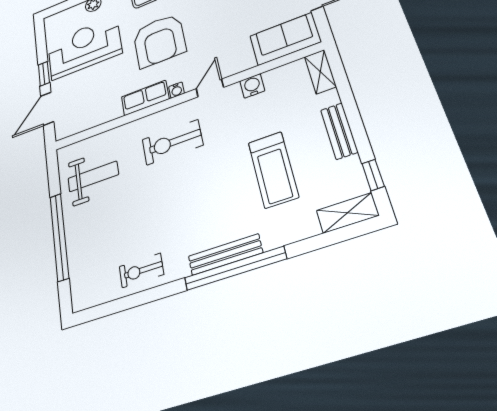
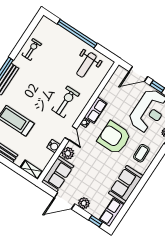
plant: (242, 61) -> (68, 153), added
door: (47, 109) -> (138, 74), swing flipped

